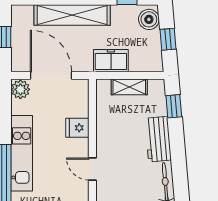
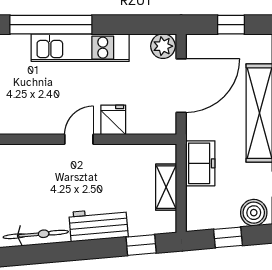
door: (92, 169) -> (79, 139), moved

